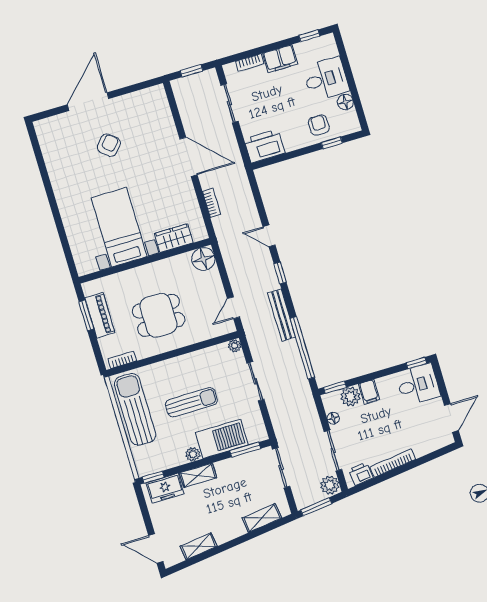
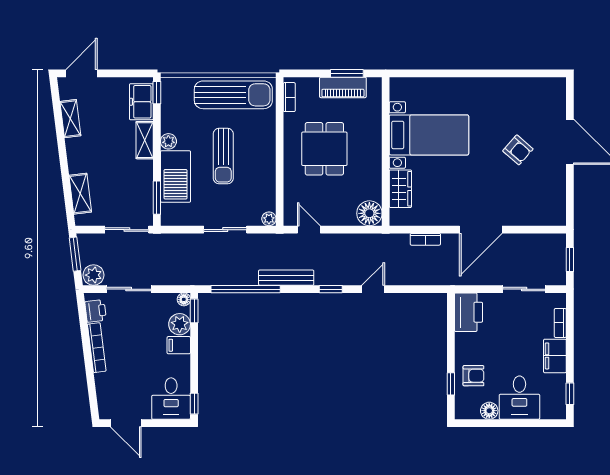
floor lamp: (333, 418) -> (184, 299), moved

